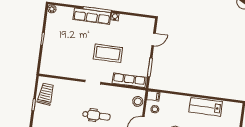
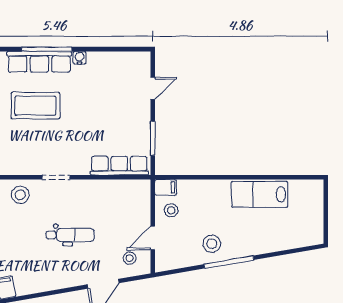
coffee table: (108, 53) -> (35, 106), moved
stool: (138, 101) -> (20, 195), moved

